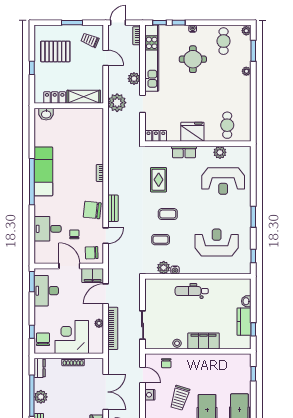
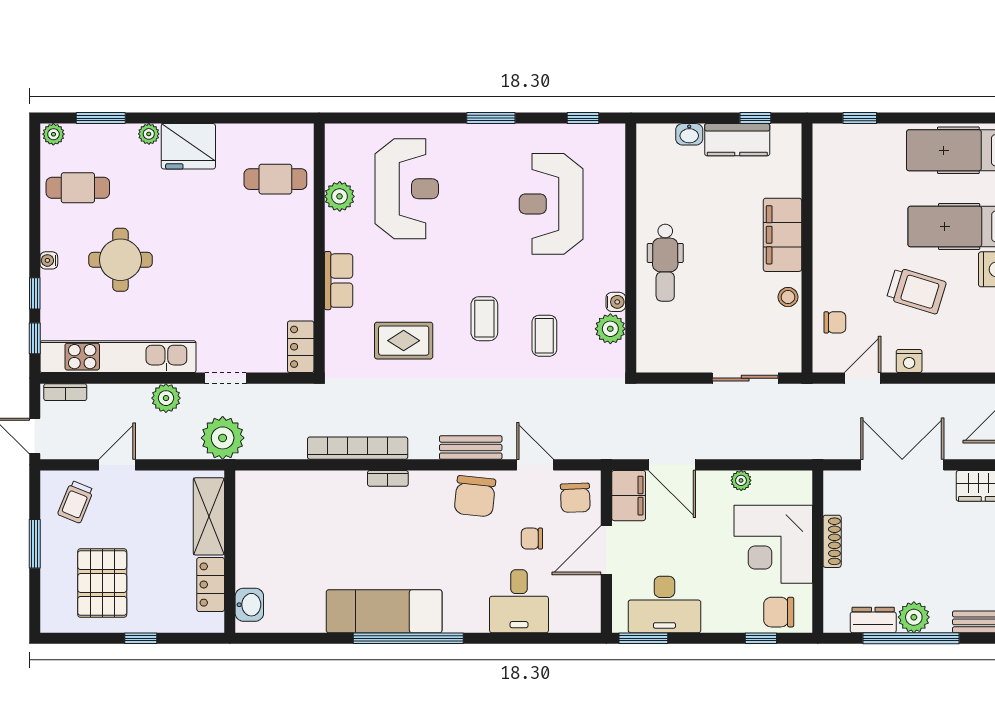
fridge: (192, 132) -> (188, 146), moved, turned -90
bookcase: (113, 328) -> (358, 448), moved
dresser: (40, 368) -> (873, 620), moved

